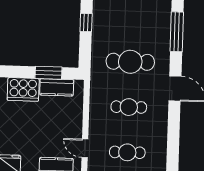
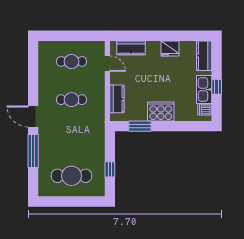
window: (177, 32) -> (33, 151), moved
cafe table: (130, 62) -> (72, 176), moved
kitchen counter: (57, 87) -> (117, 99), moved, turned 90

